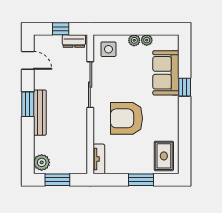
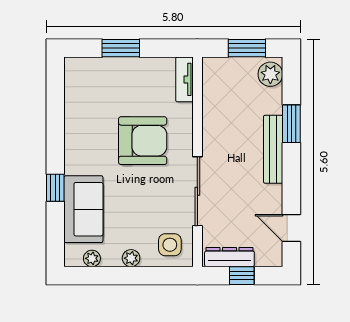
plant: (147, 40) -> (92, 258), moved
dresser: (74, 41) -> (229, 257), width x1.44
window: (28, 104) -> (291, 124), moved
rug: (164, 156) -> (86, 84), removed

